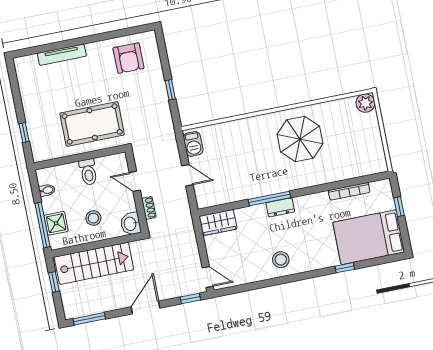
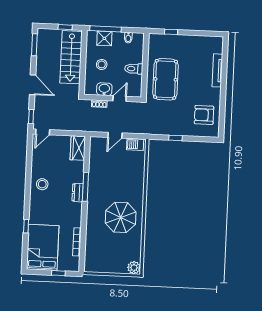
washbasin: (131, 224) -> (104, 89), moved

